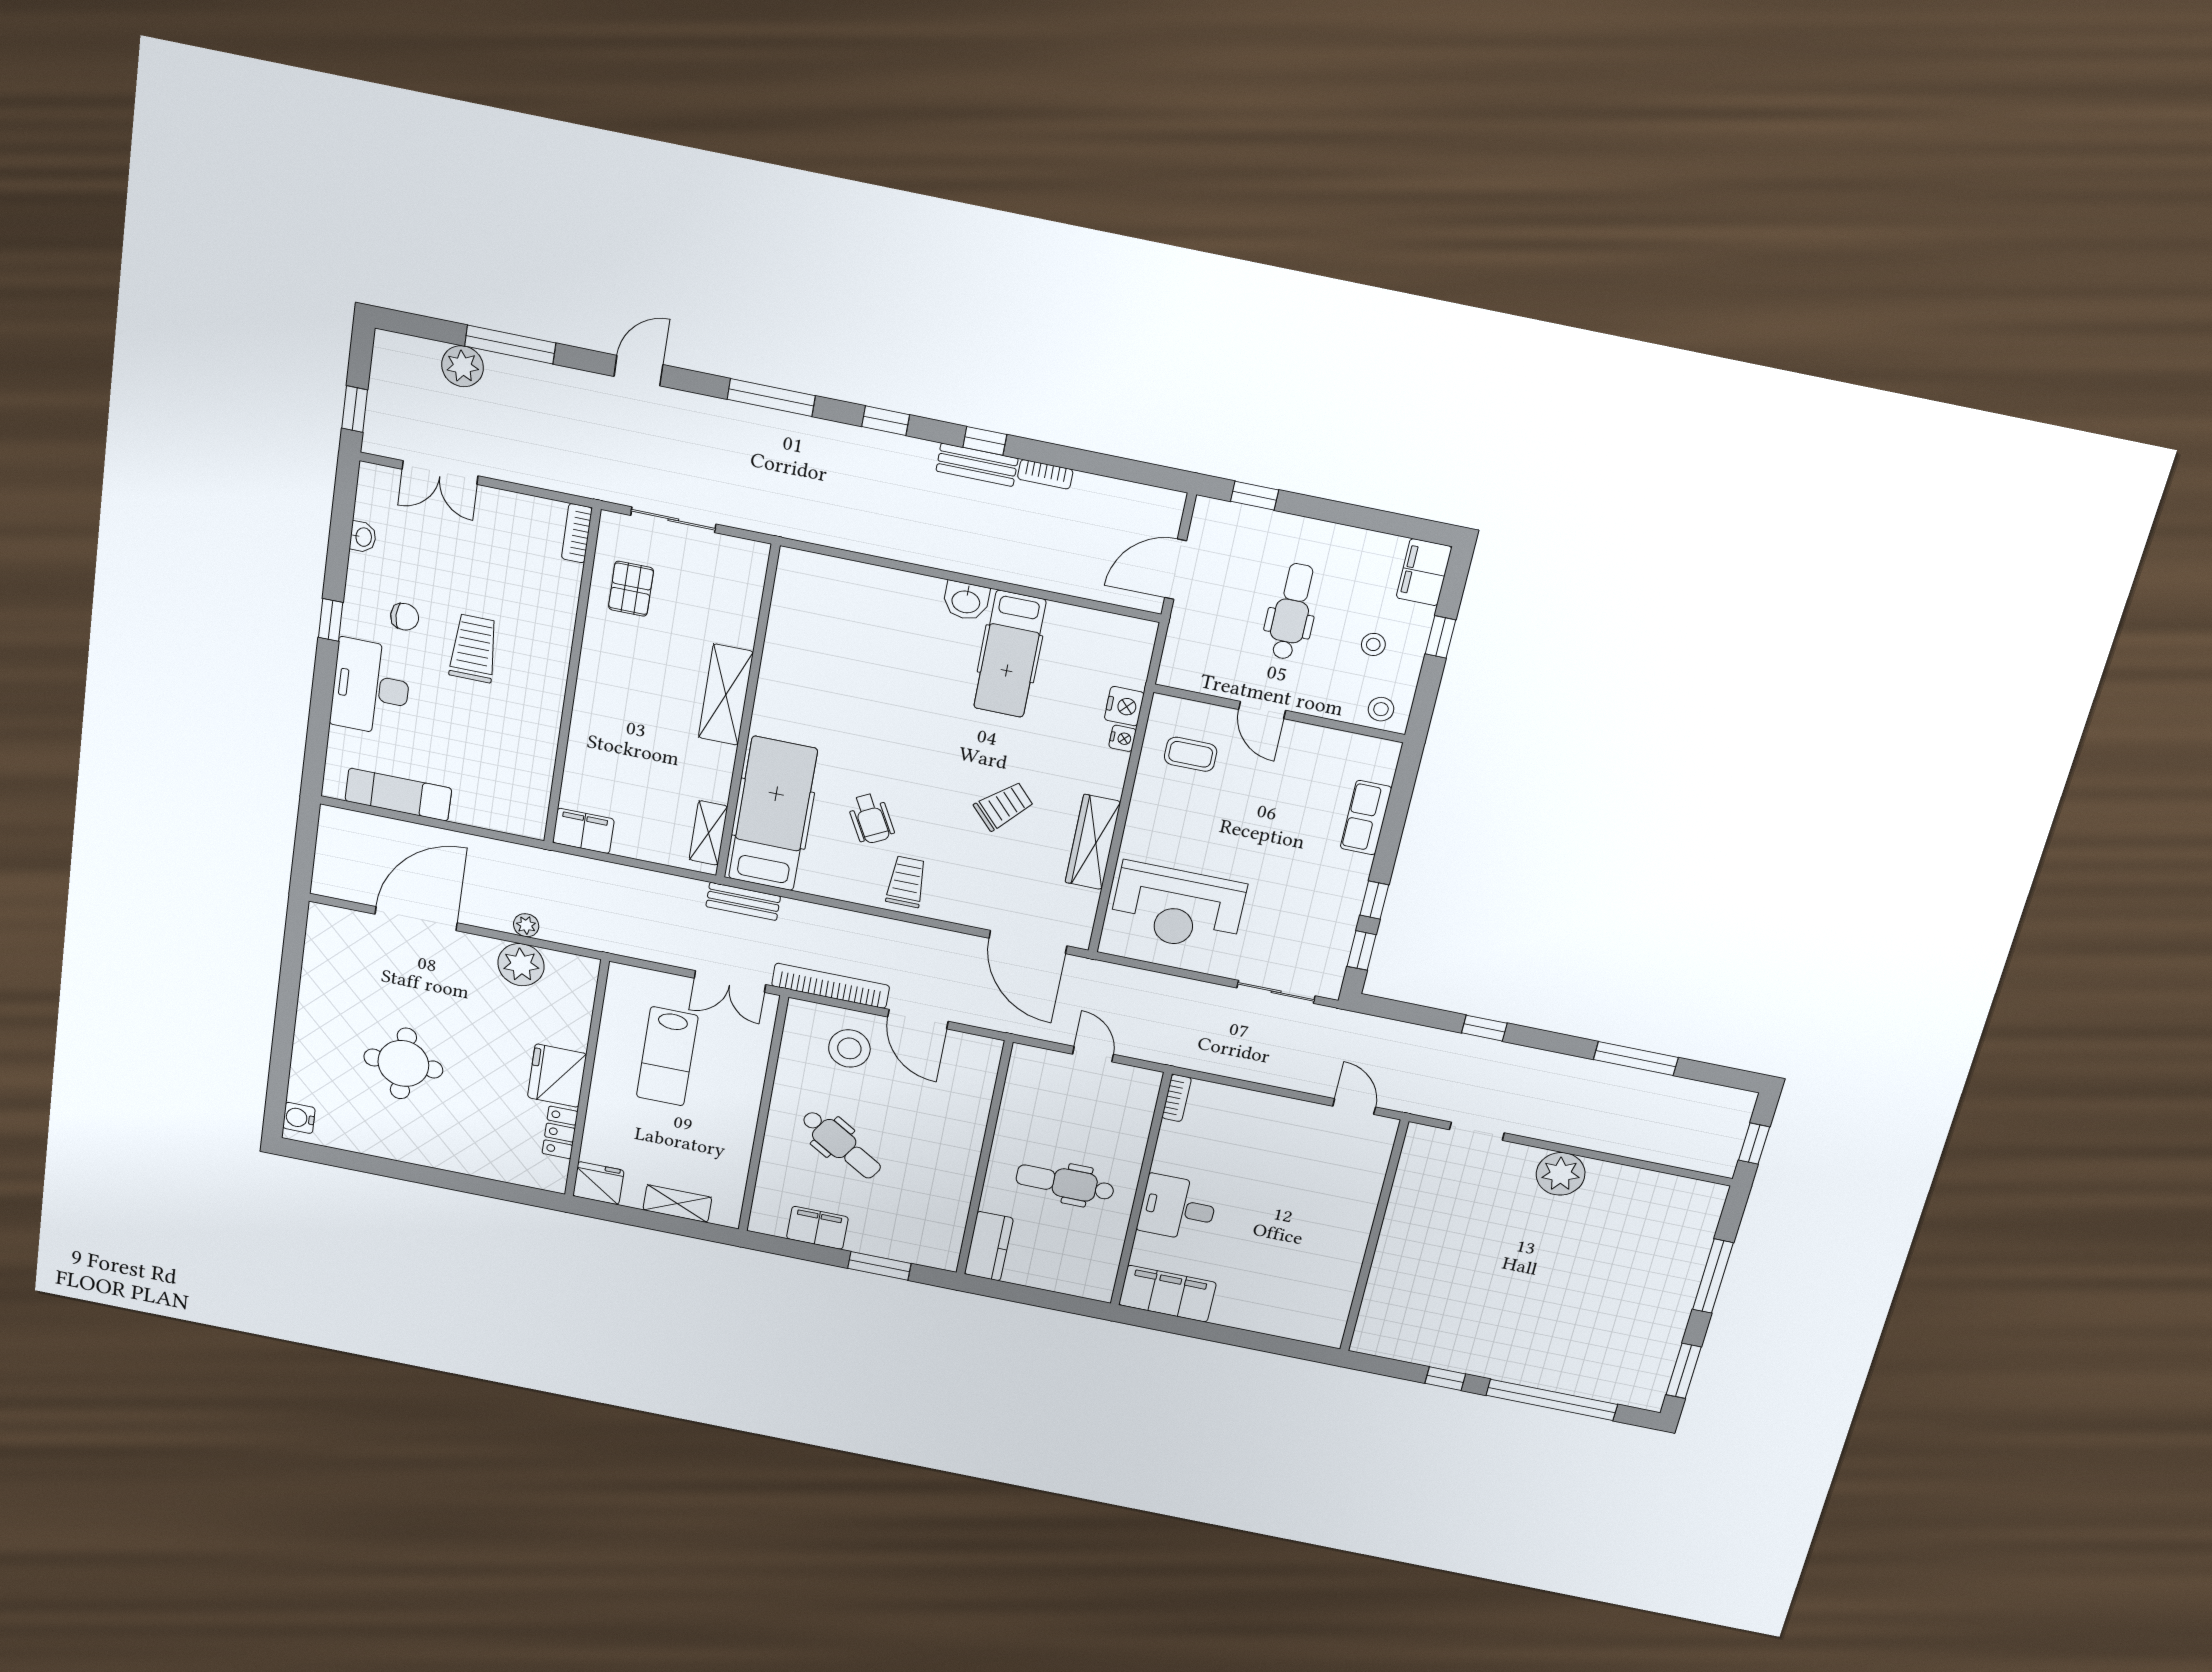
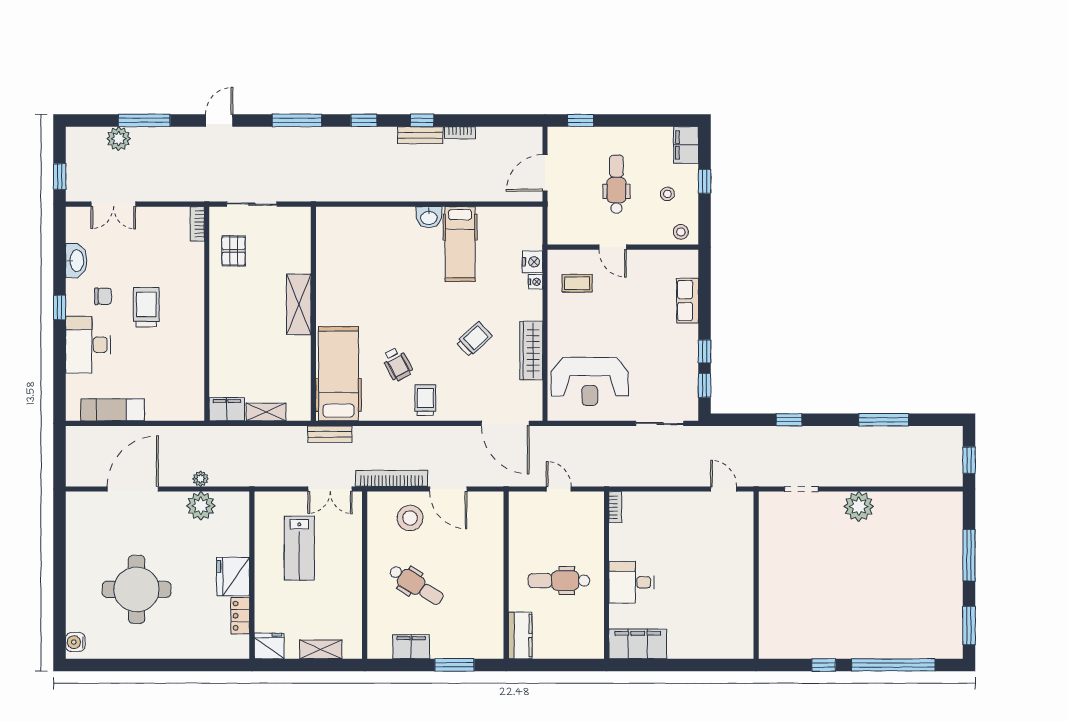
washbasin: (363, 537) -> (76, 261), width x1.91, depth x1.45
shelving: (708, 833) -> (266, 412), moved, turned 90
round table: (403, 1063) -> (137, 589), width x1.36, depth x1.36

